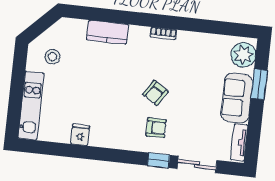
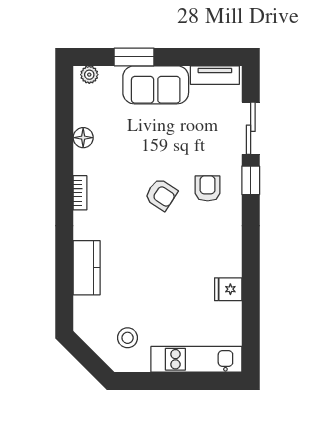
floor lamp: (204, 40) -> (83, 138), added
plant: (243, 55) -> (89, 75), width x0.53, depth x0.53

